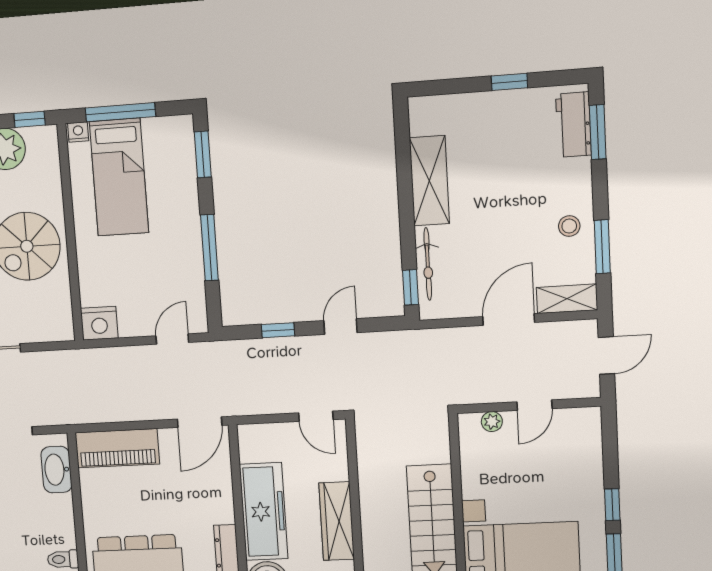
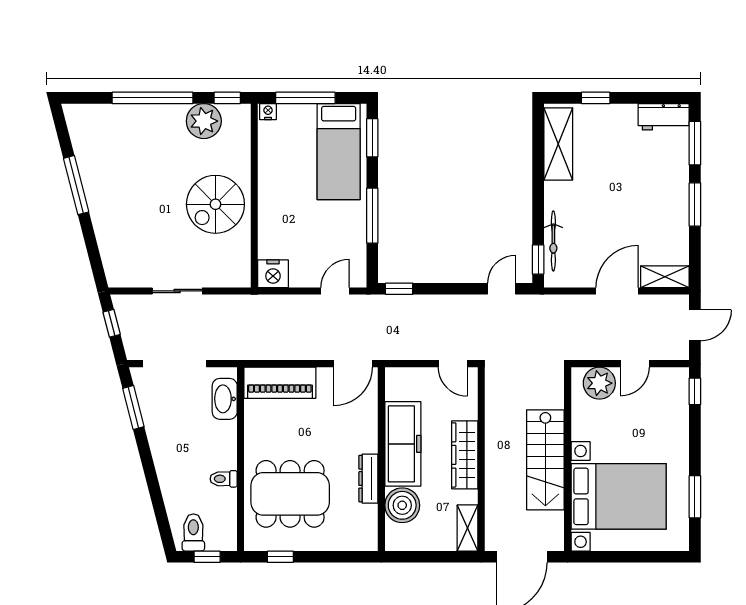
window: (509, 82) -> (596, 98), moved
workbench: (574, 125) -> (664, 117), moved, turned -90
bed: (119, 177) -> (339, 152), moved
shelving: (429, 181) -> (558, 144), moved
stool: (569, 226) -> (669, 217), removed
window: (602, 247) -> (695, 205), moved
door: (341, 327) -> (502, 289), moved
window: (278, 330) -> (399, 289), moved
plant: (492, 422) -> (599, 383), width x1.88, depth x1.88
window: (612, 505) -> (695, 391), moved

